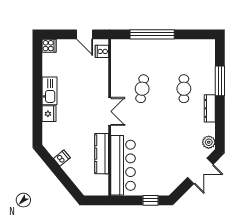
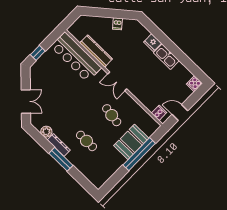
booth: (148, 51) -> (131, 142), added
window: (220, 81) -> (61, 159), moved
plant: (209, 142) -> (46, 132), moved
double door: (200, 171) -> (26, 102), swing flipped

